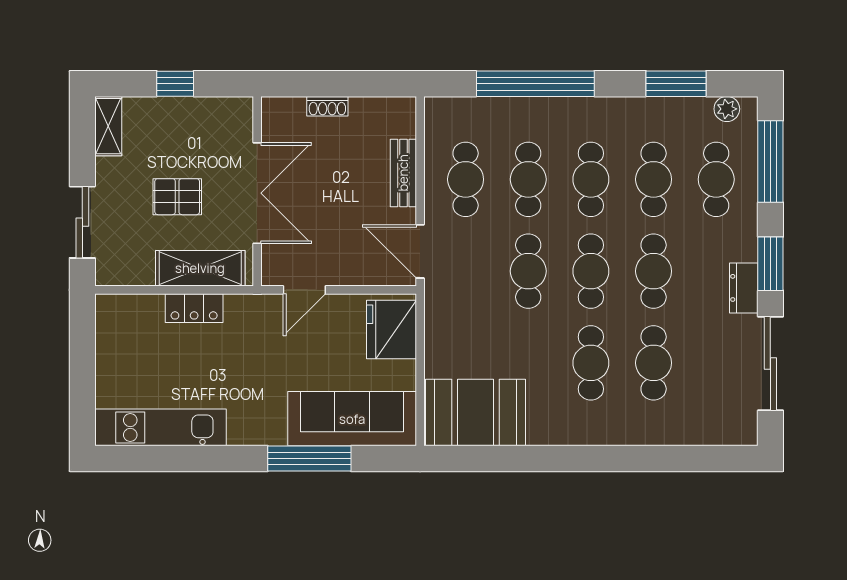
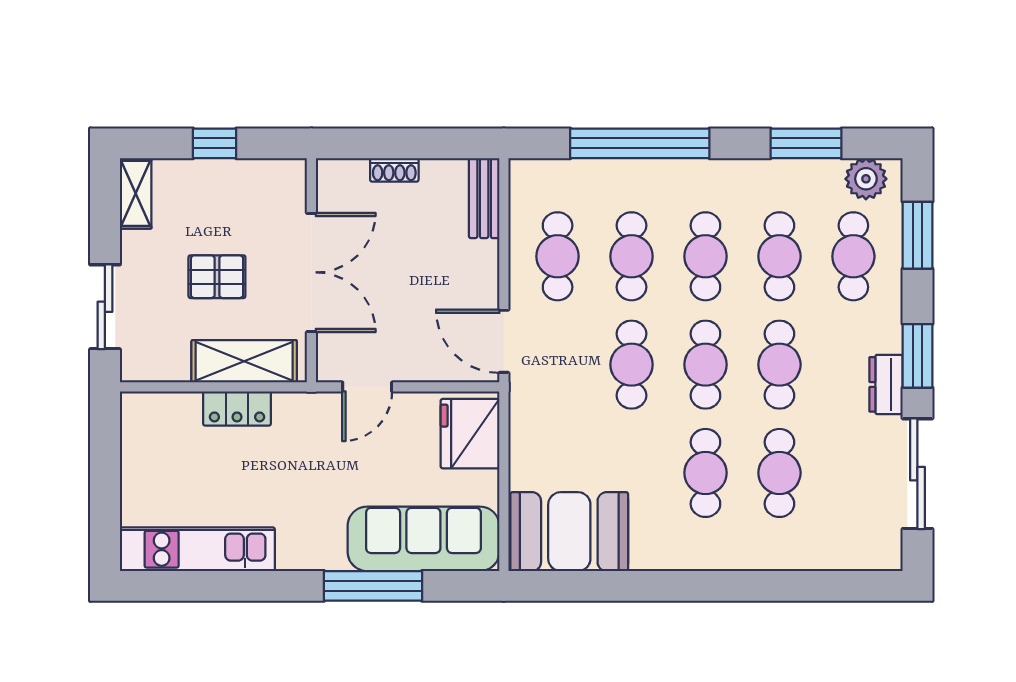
plant: (727, 109) -> (866, 179), width x1.38, depth x1.38
window: (770, 161) -> (917, 235), width x0.69
bench: (403, 173) -> (484, 198), moved

